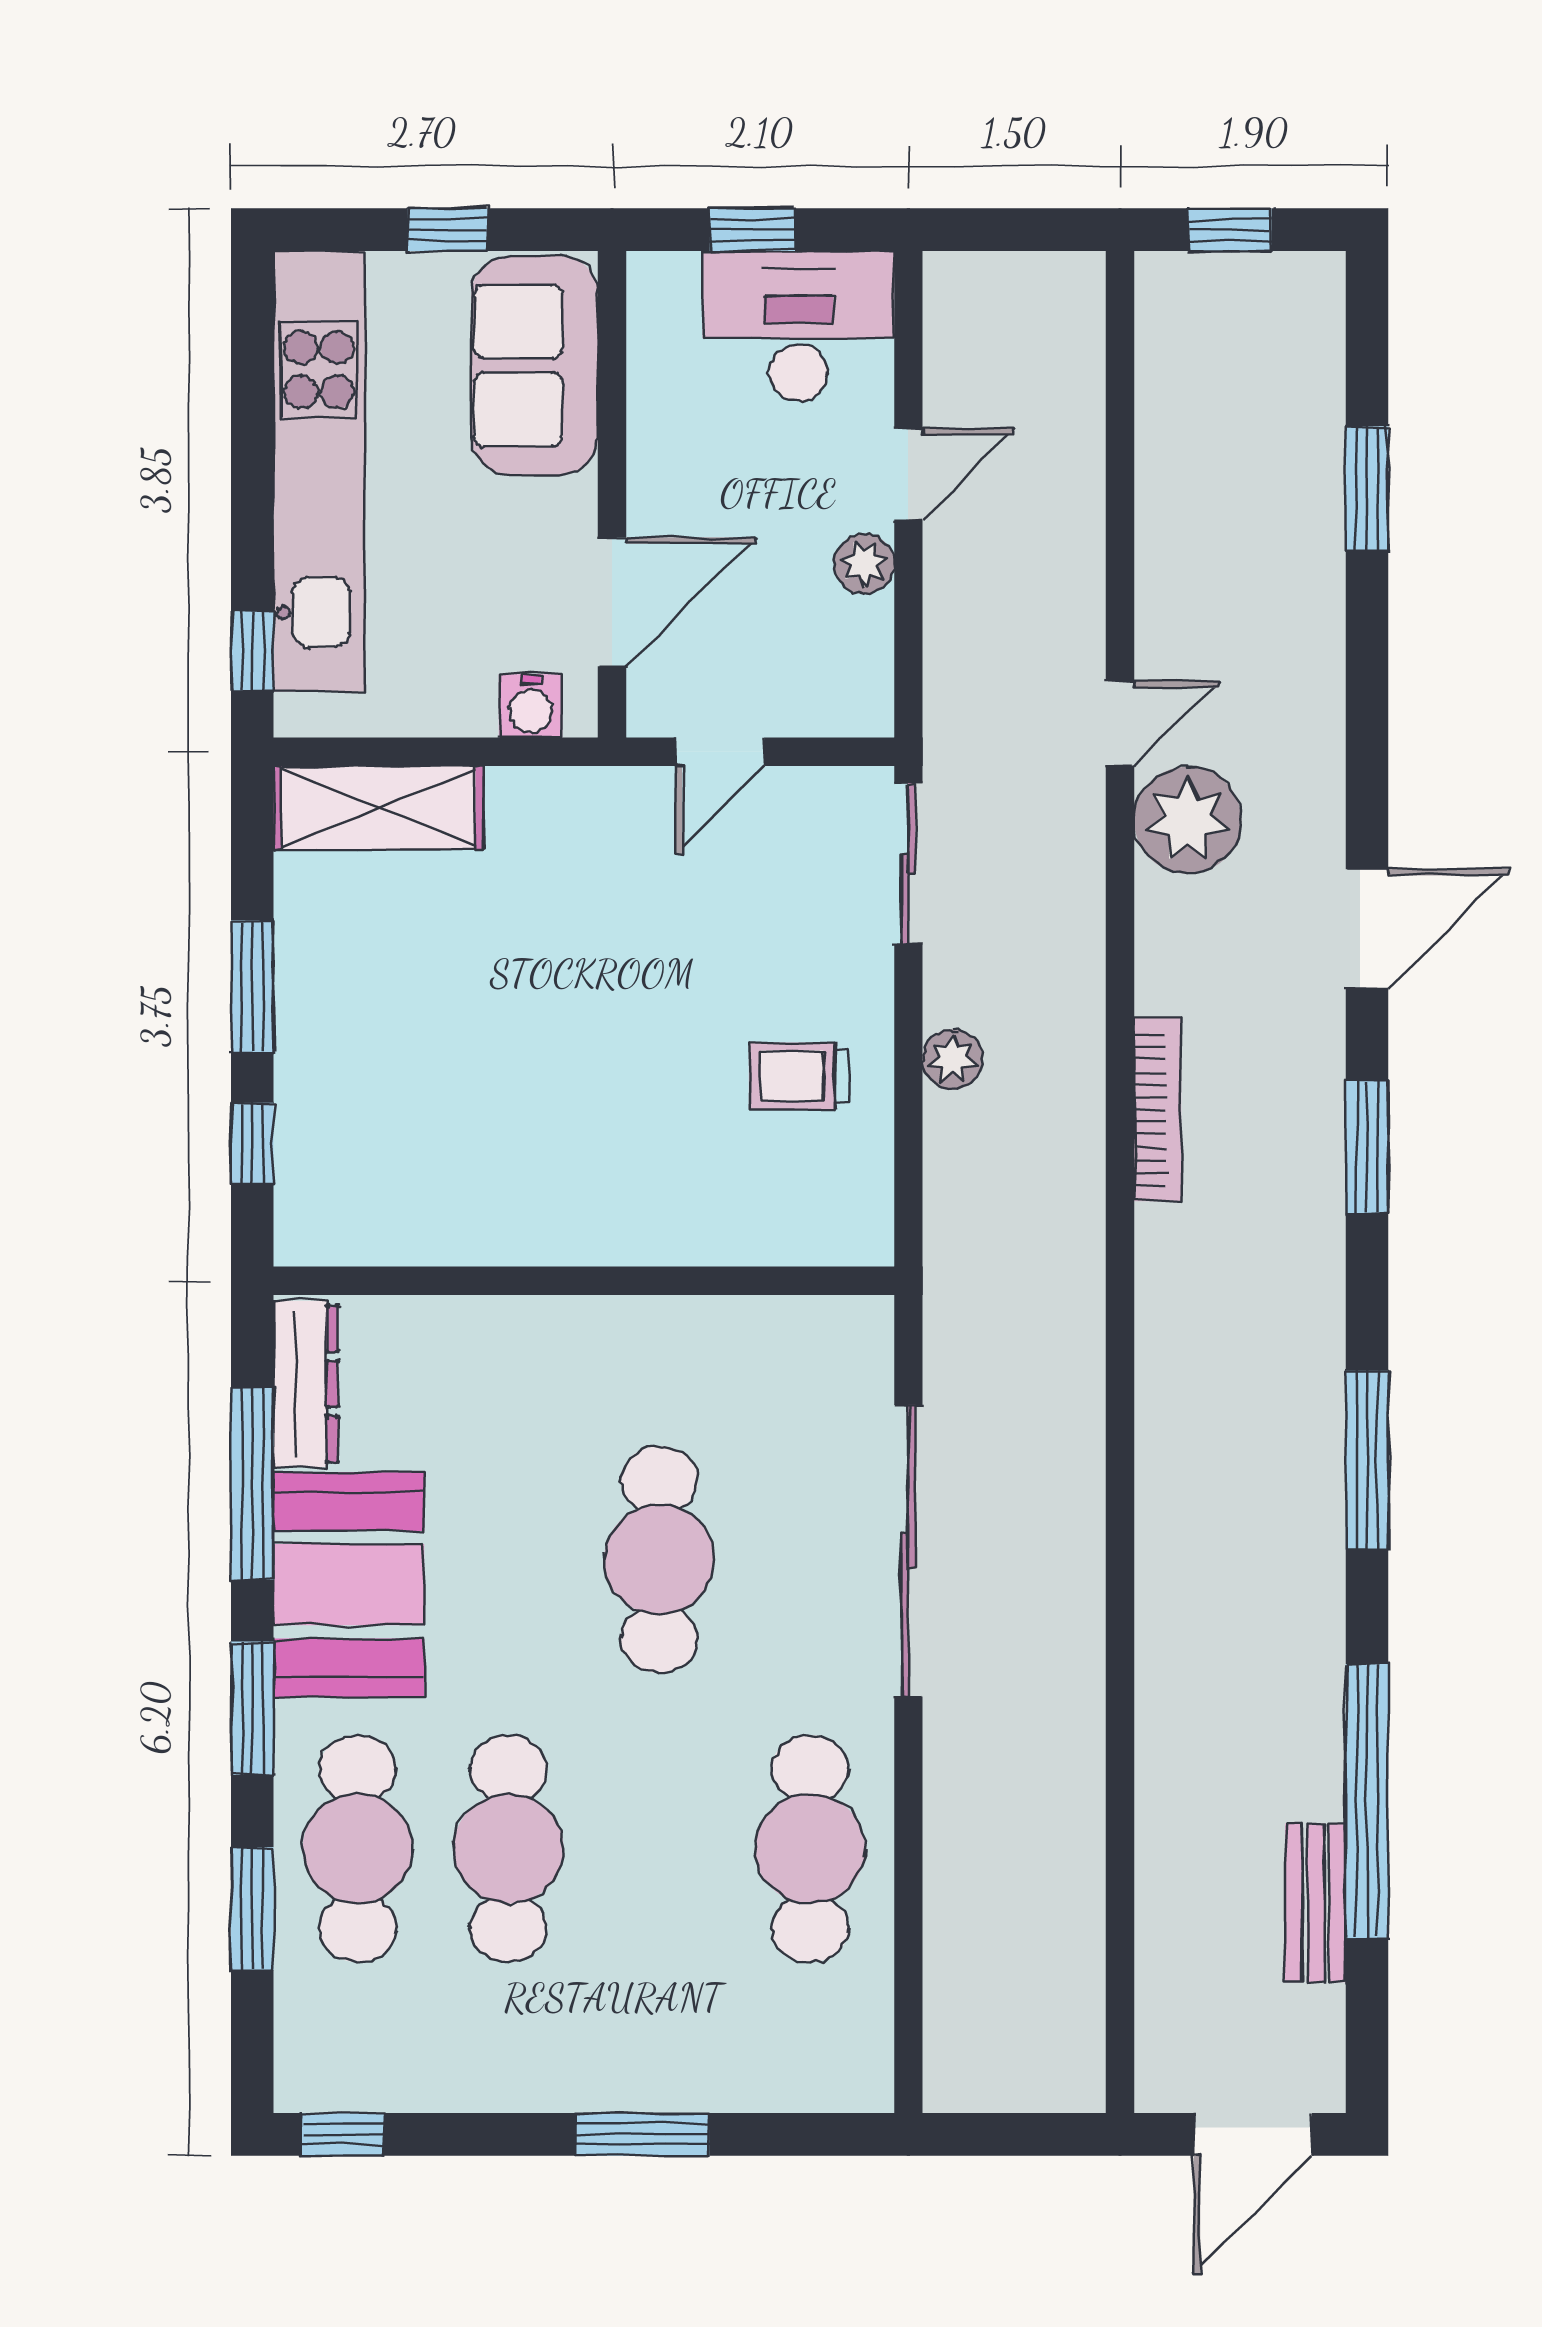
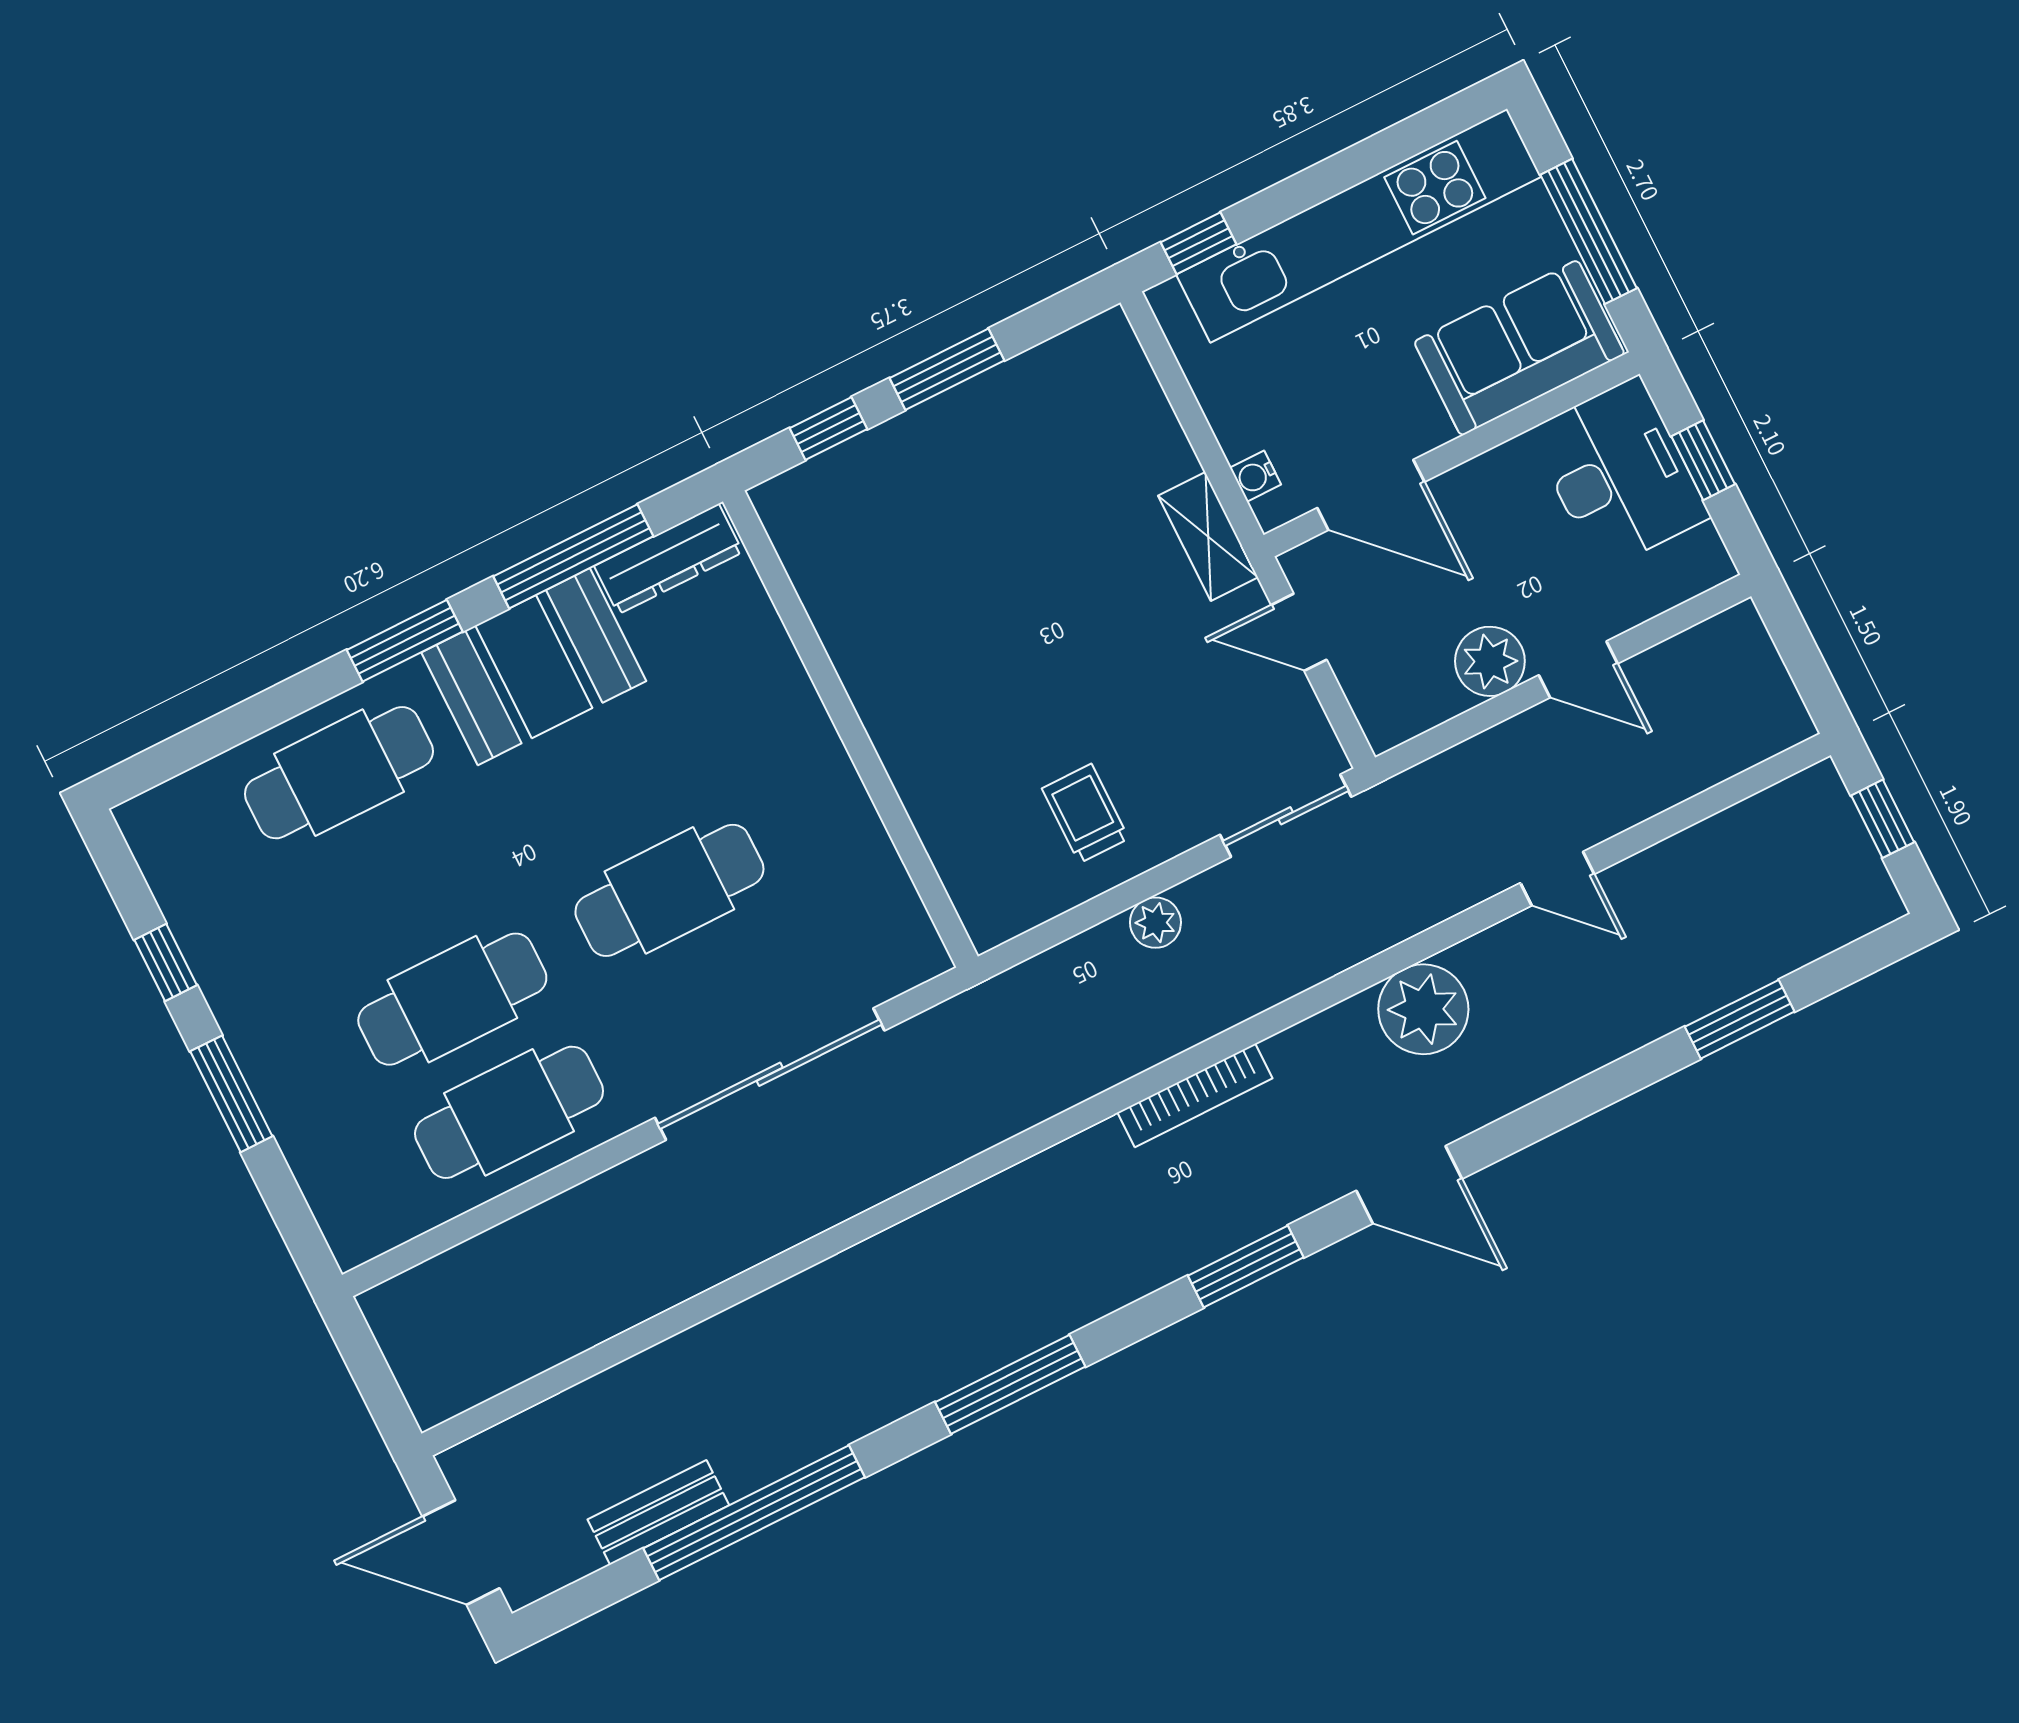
window: (448, 230) -> (1589, 231), width x2.17
desk: (798, 326) -> (1619, 474), moved
plant: (864, 564) -> (1490, 661), width x1.38, depth x1.38
water cooler: (531, 706) -> (1255, 476), width x0.72, depth x0.72
door: (1120, 723) -> (1557, 879), moved
shelving: (379, 808) -> (1208, 537), moved, width x0.67, depth x0.75
cafe table: (508, 1849) -> (452, 999), moved
window: (252, 1909) -> (254, 716), removed
window: (343, 2134) -> (166, 962), moved

